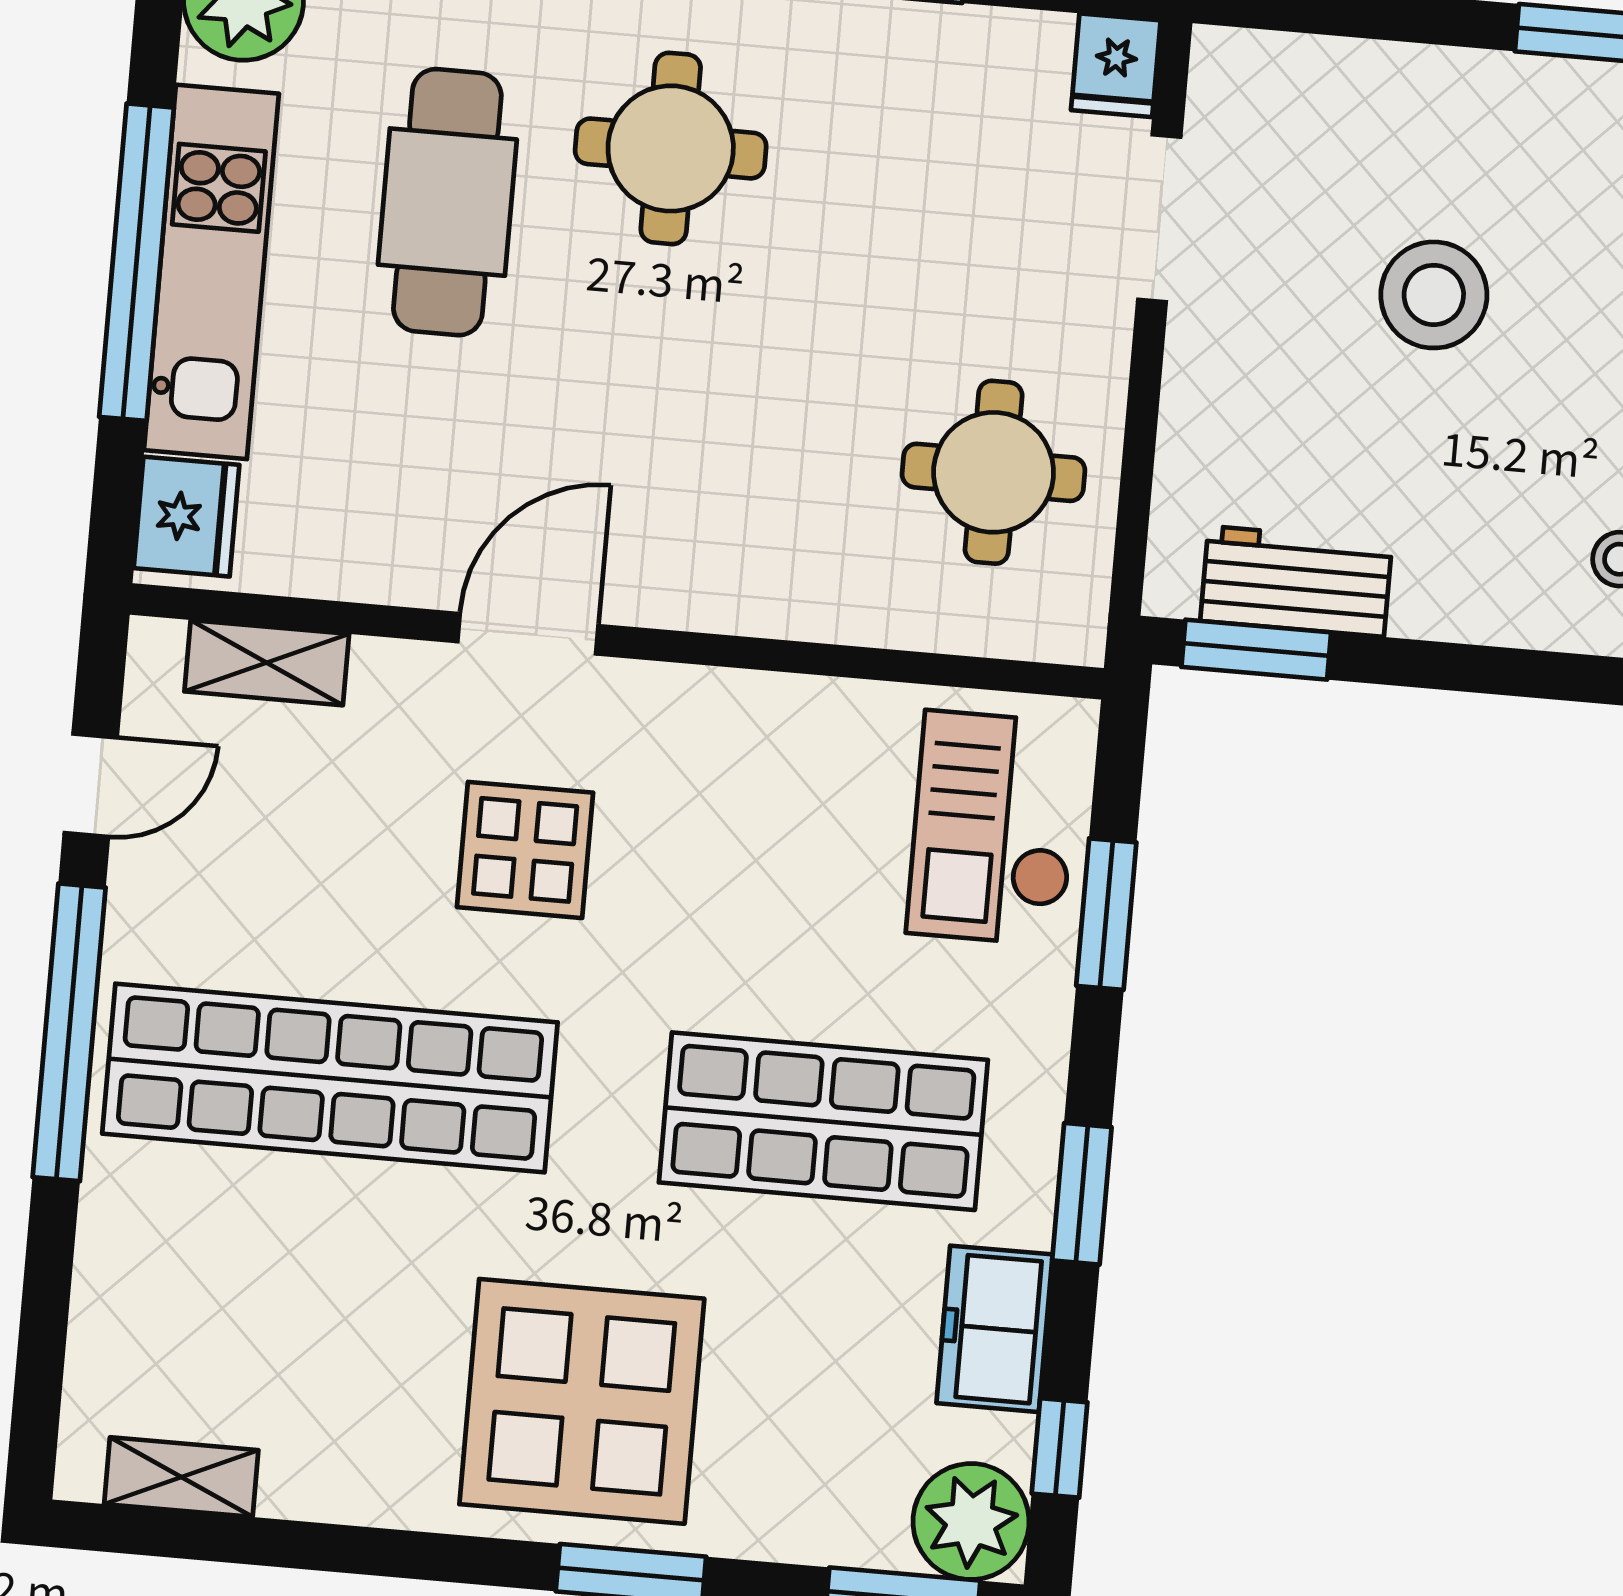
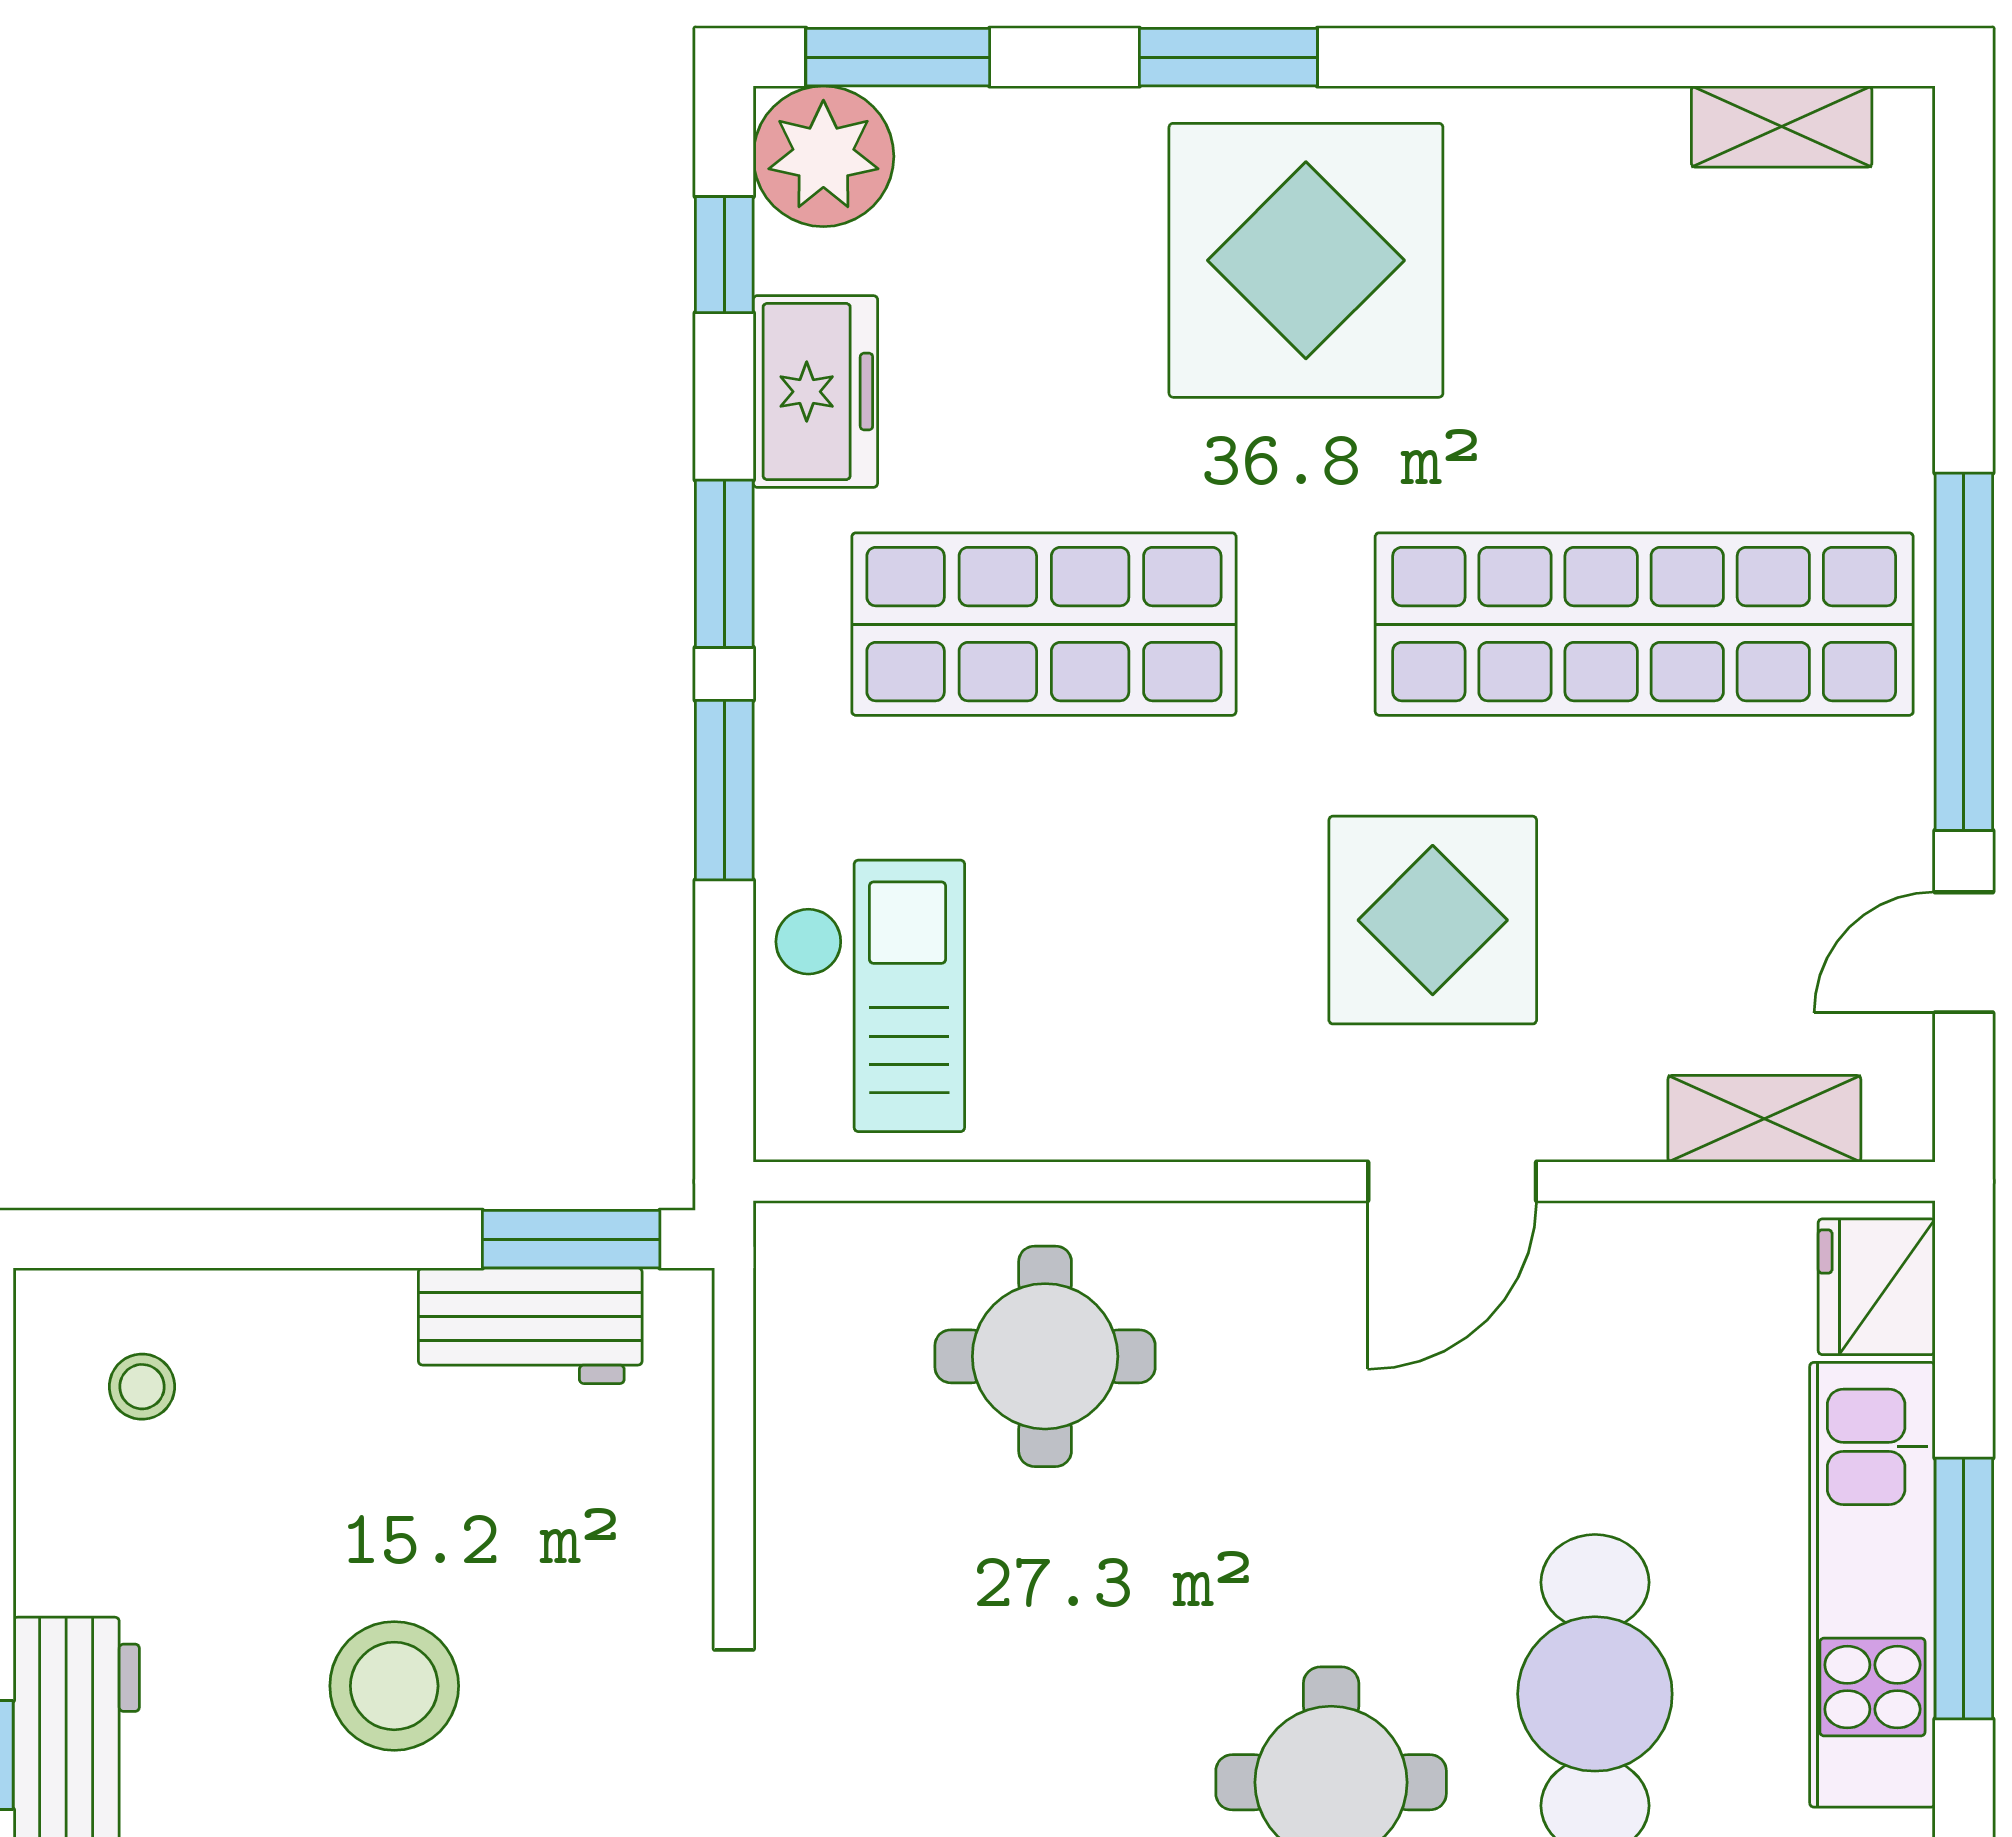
window: (137, 262) -> (1964, 1589), width x0.68
round table: (994, 472) -> (1045, 1356), moved
display table: (525, 850) -> (1433, 920), width x1.36, depth x1.36
window: (1106, 914) -> (724, 790), moved

